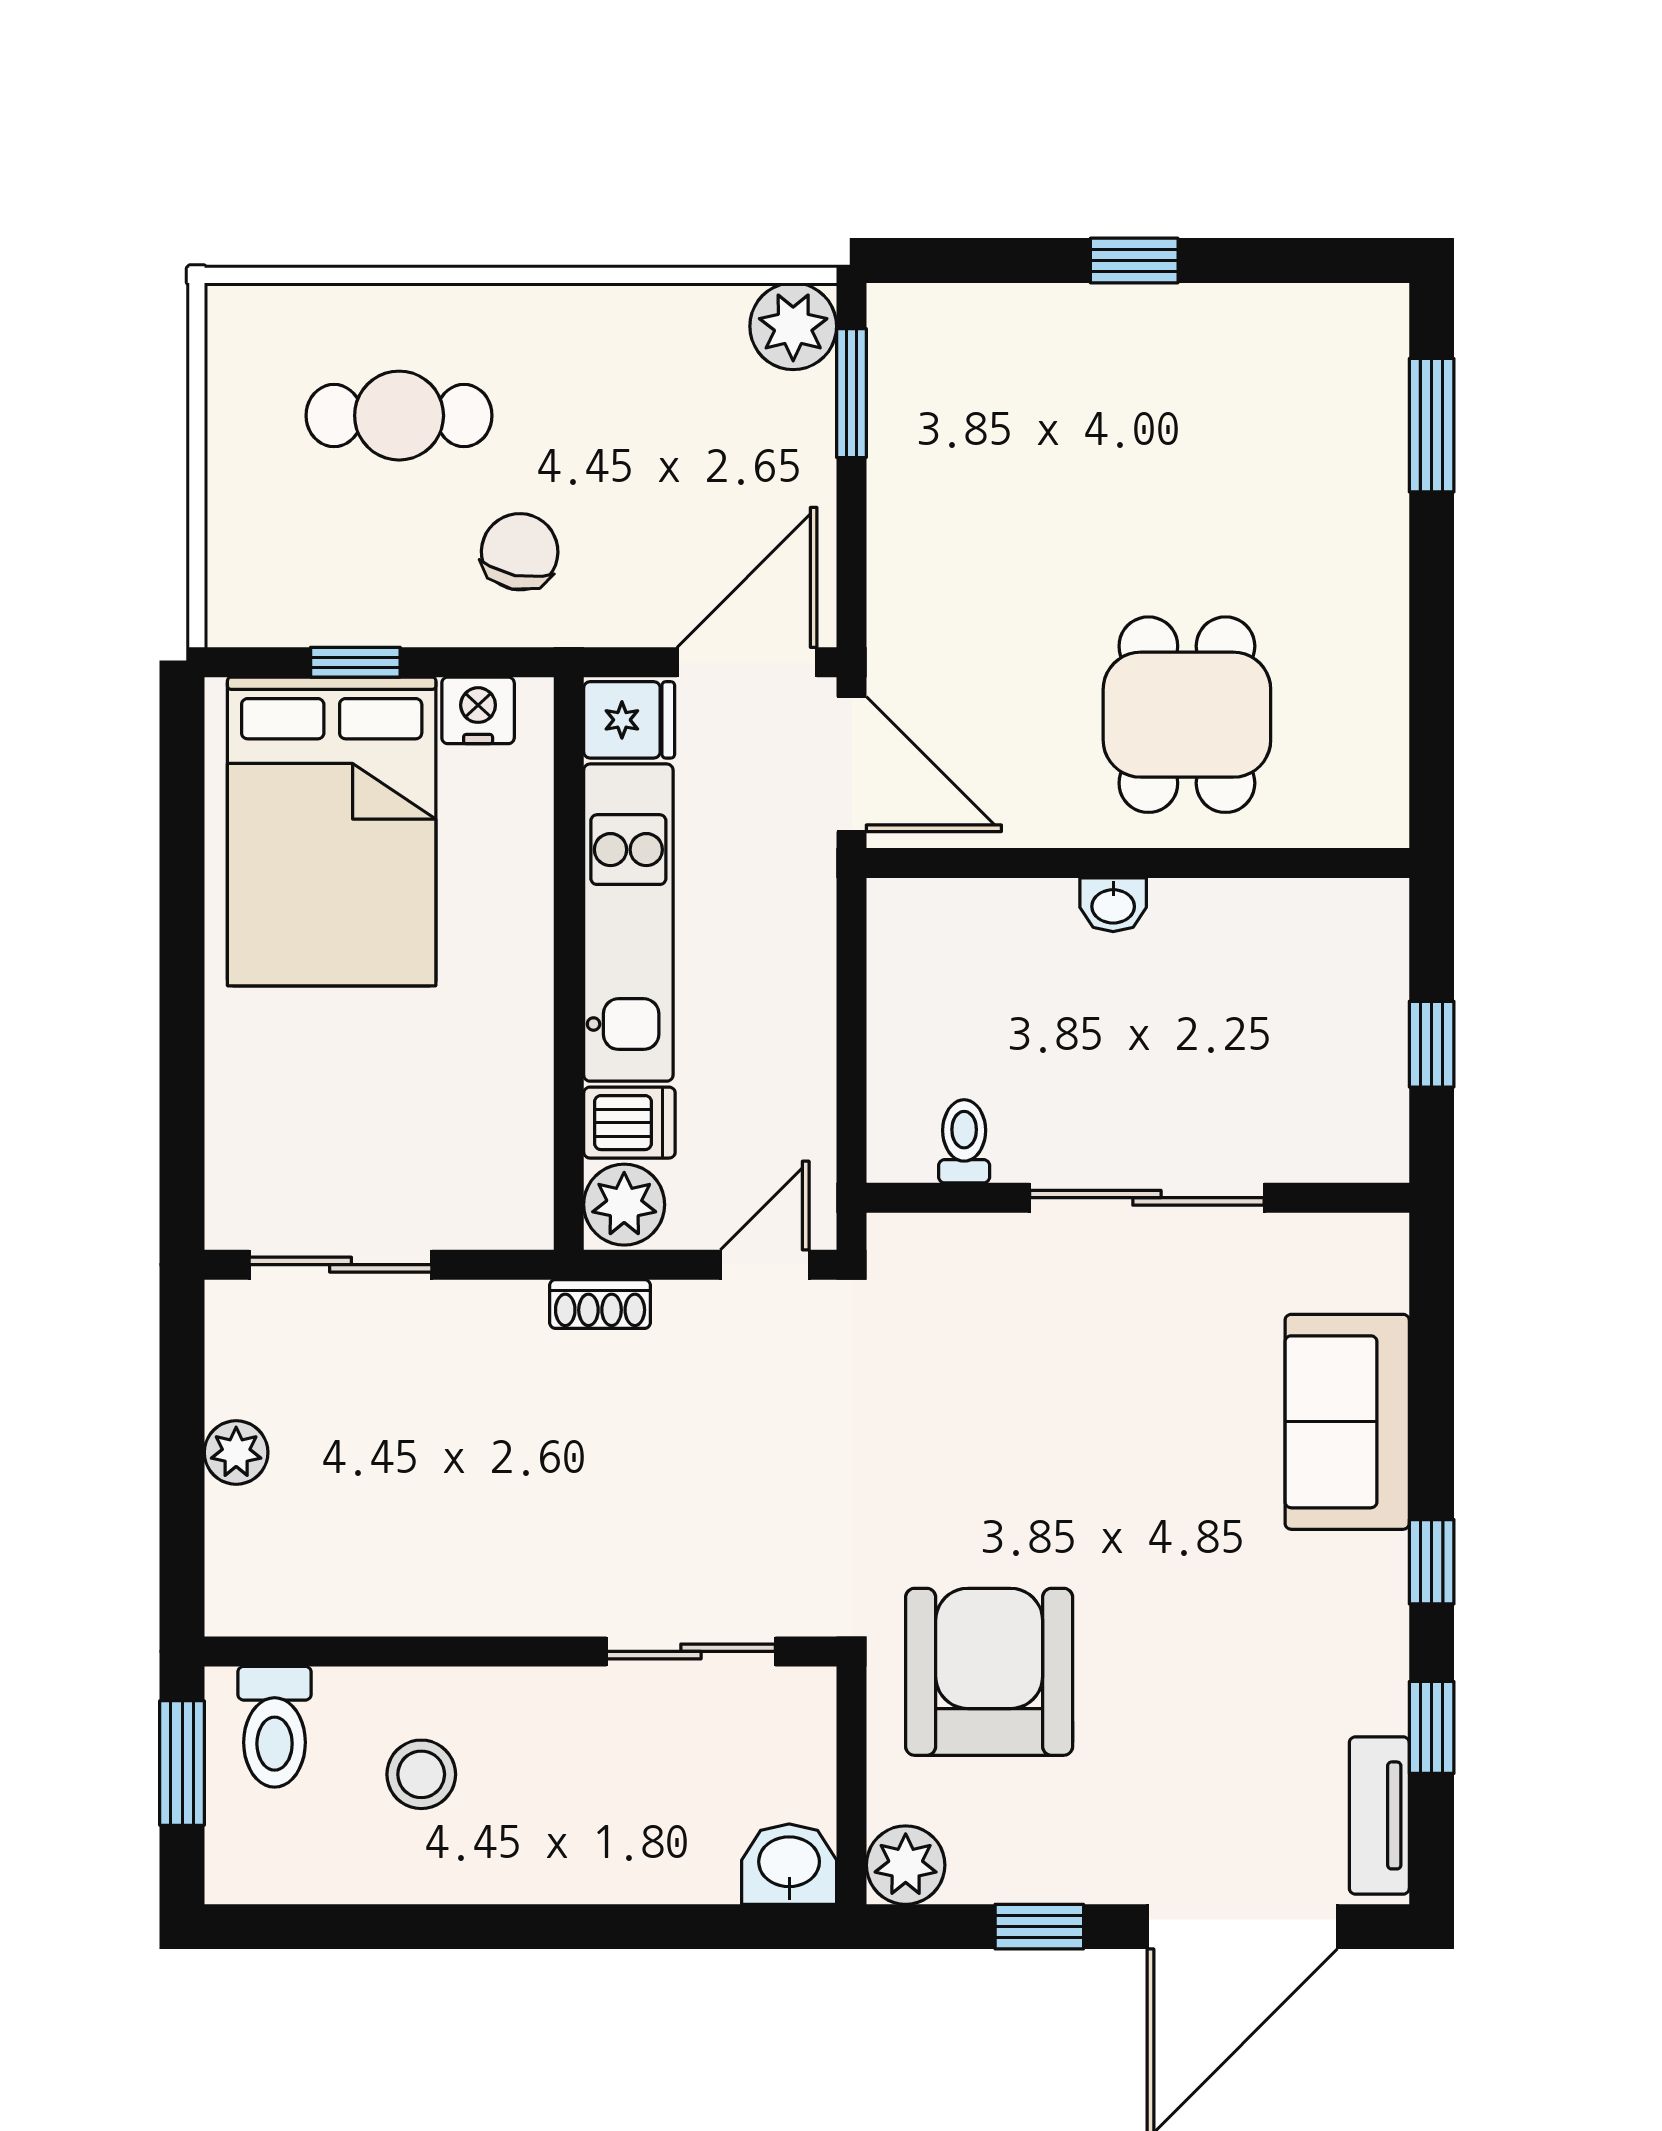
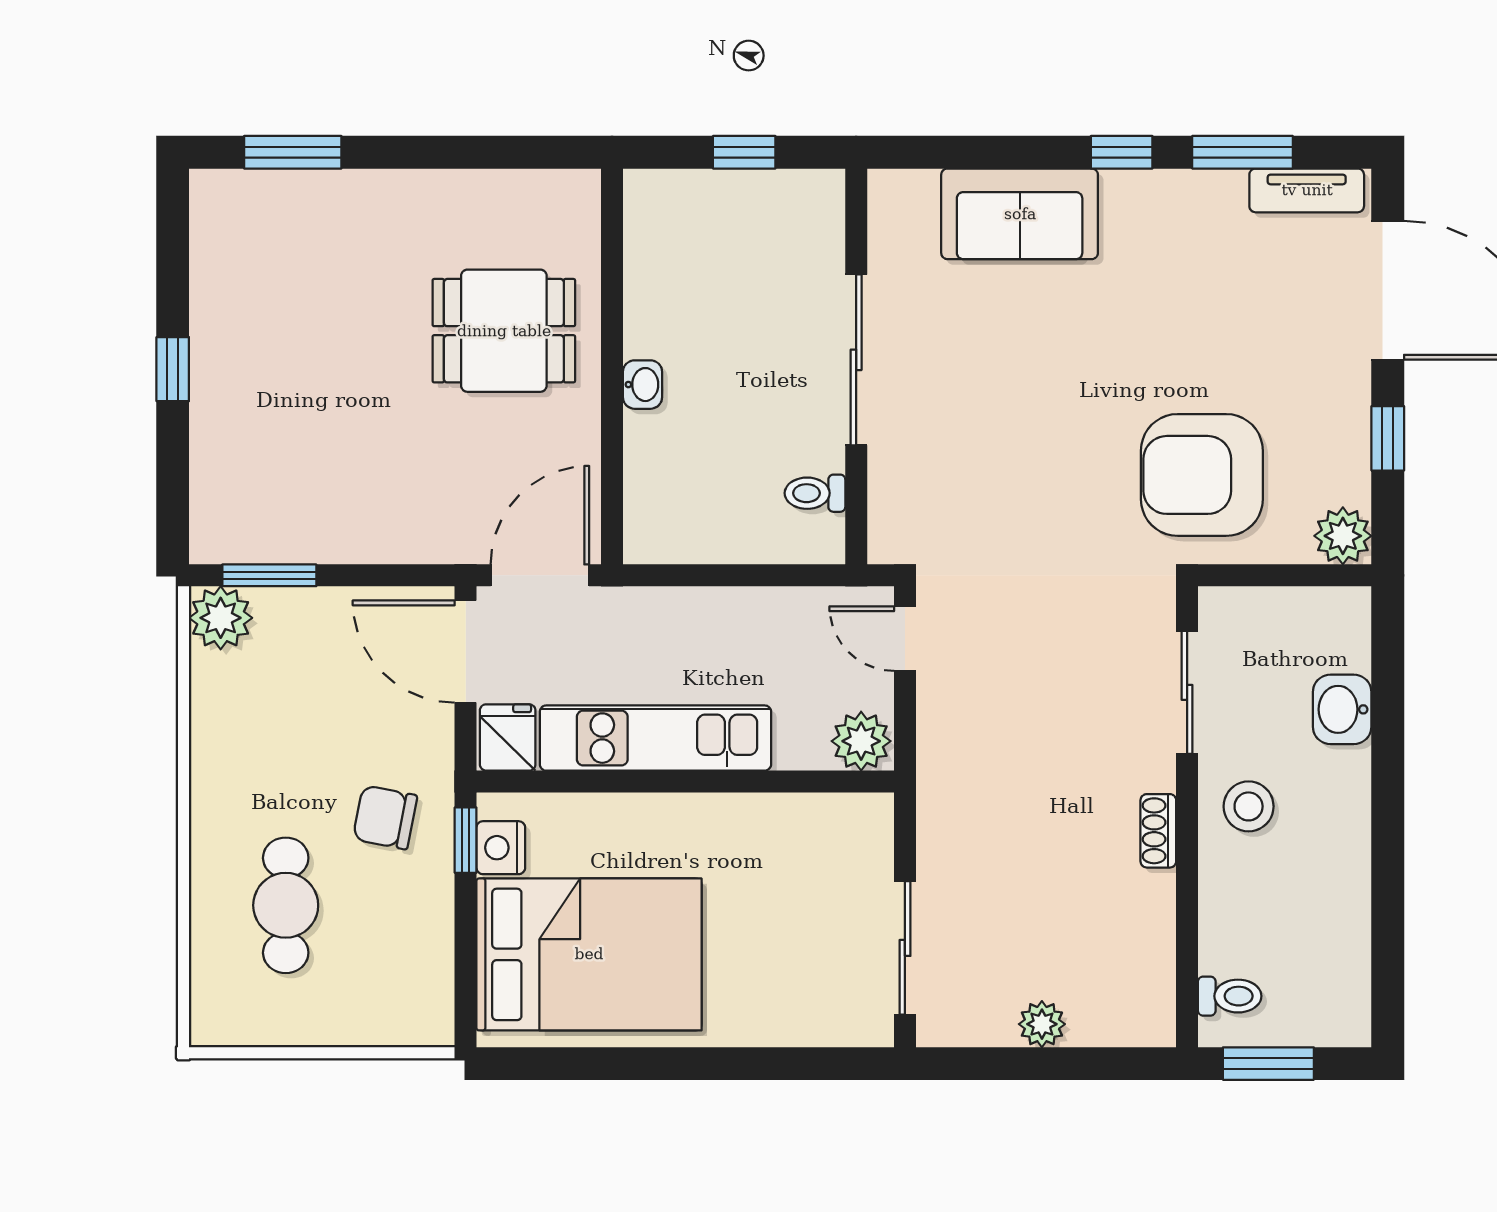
window: (355, 662) -> (466, 840), moved
dishwasher: (629, 1123) -> (801, 737), removed
shoe rack: (600, 1304) -> (1158, 831), moved, turned 180
toilet: (275, 1727) -> (1230, 996), width x0.73, depth x0.72
window: (1432, 1727) -> (1242, 152), width x1.50
stool: (421, 1774) -> (1249, 806), moved
washbasin: (789, 1864) -> (1342, 709), moved

